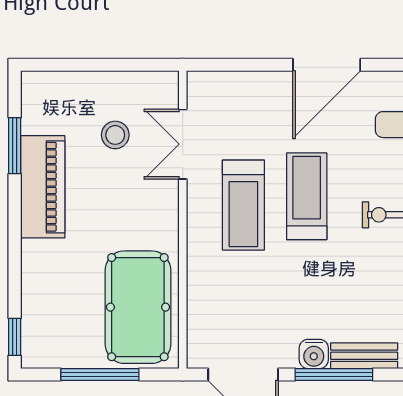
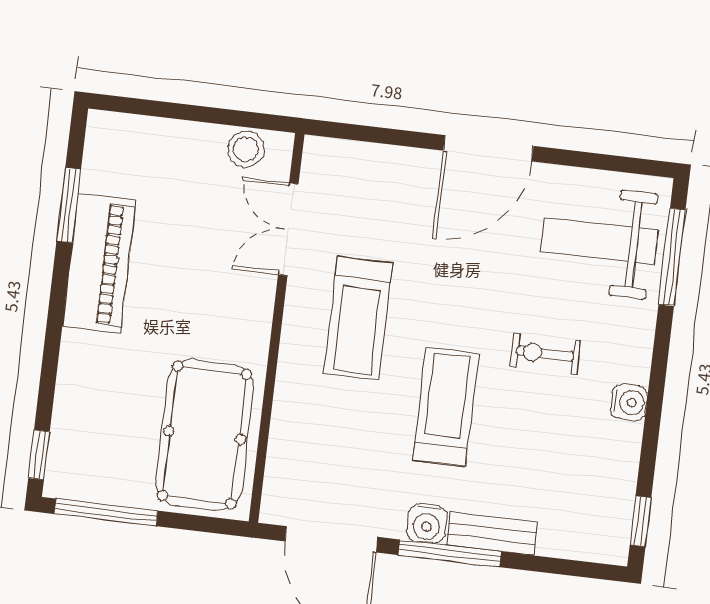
stool: (115, 135) -> (246, 149), moved
treadmill: (307, 196) -> (446, 407), moved
window: (100, 374) -> (106, 512), moved

